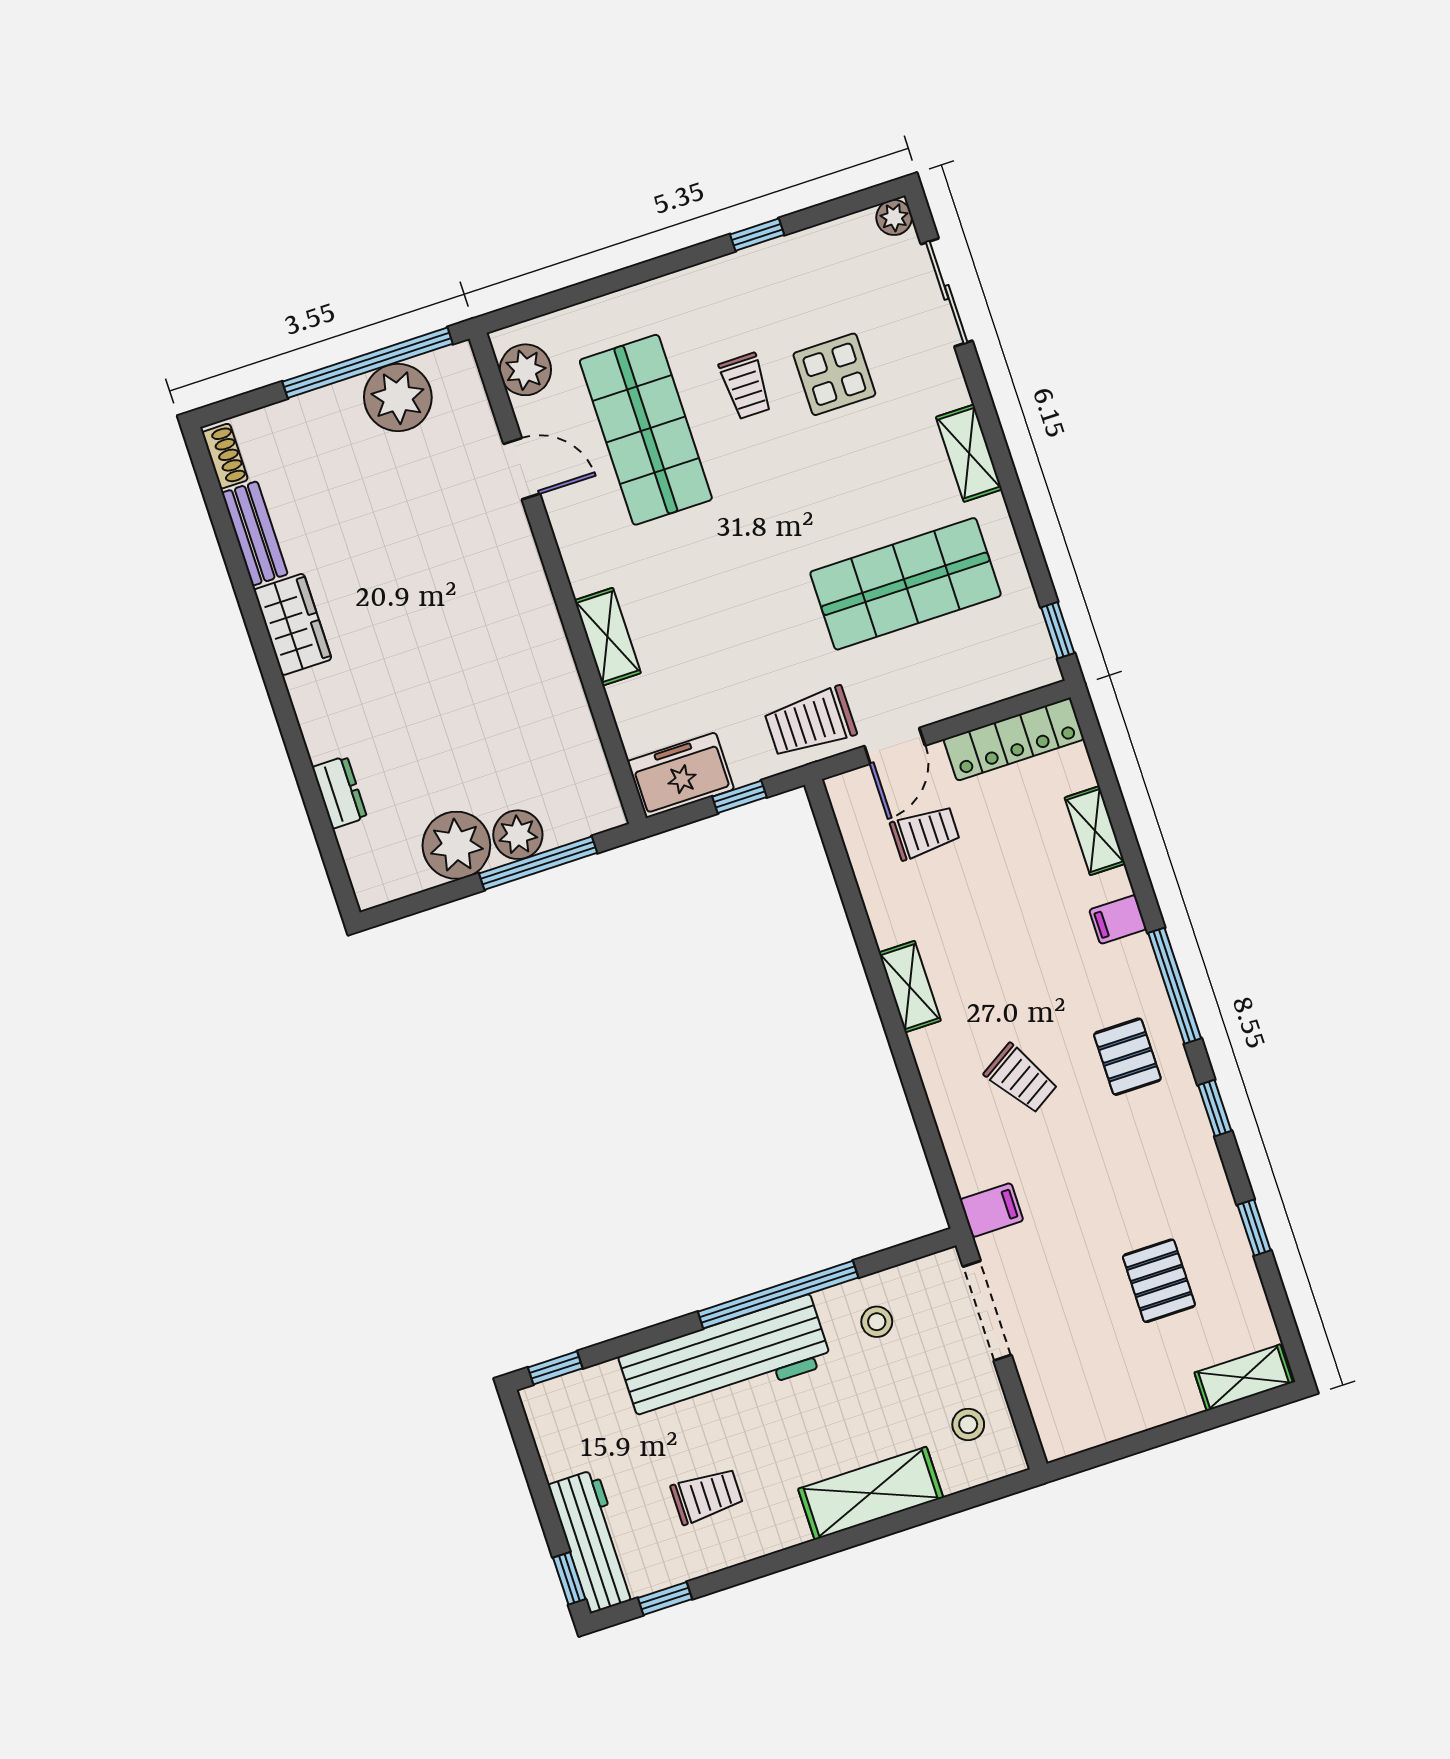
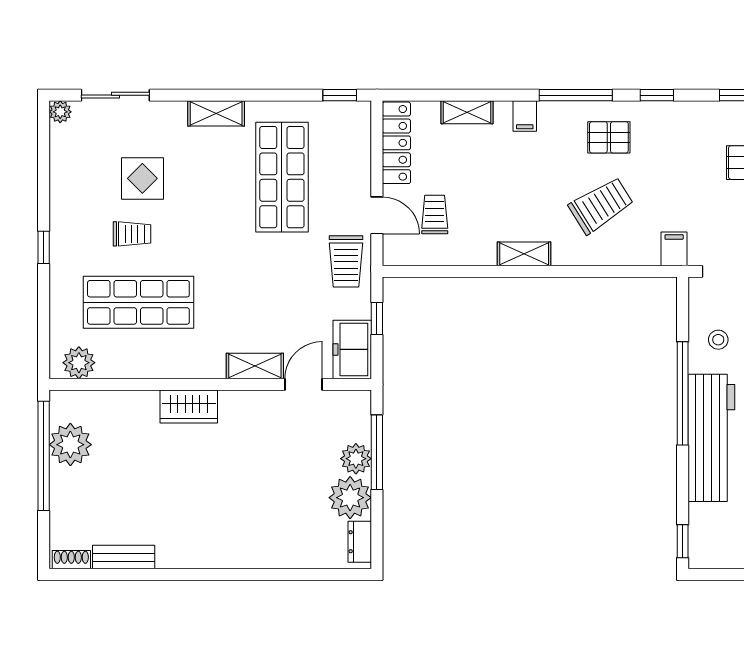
window: (757, 235) -> (44, 247), moved
door: (522, 469) -> (303, 384), moved
wardrobe: (293, 624) -> (189, 406), moved, turned 180
dresser: (339, 792) -> (360, 542), moved, turned -90
trolley: (1021, 1079) -> (601, 205), width x1.36, depth x1.39

